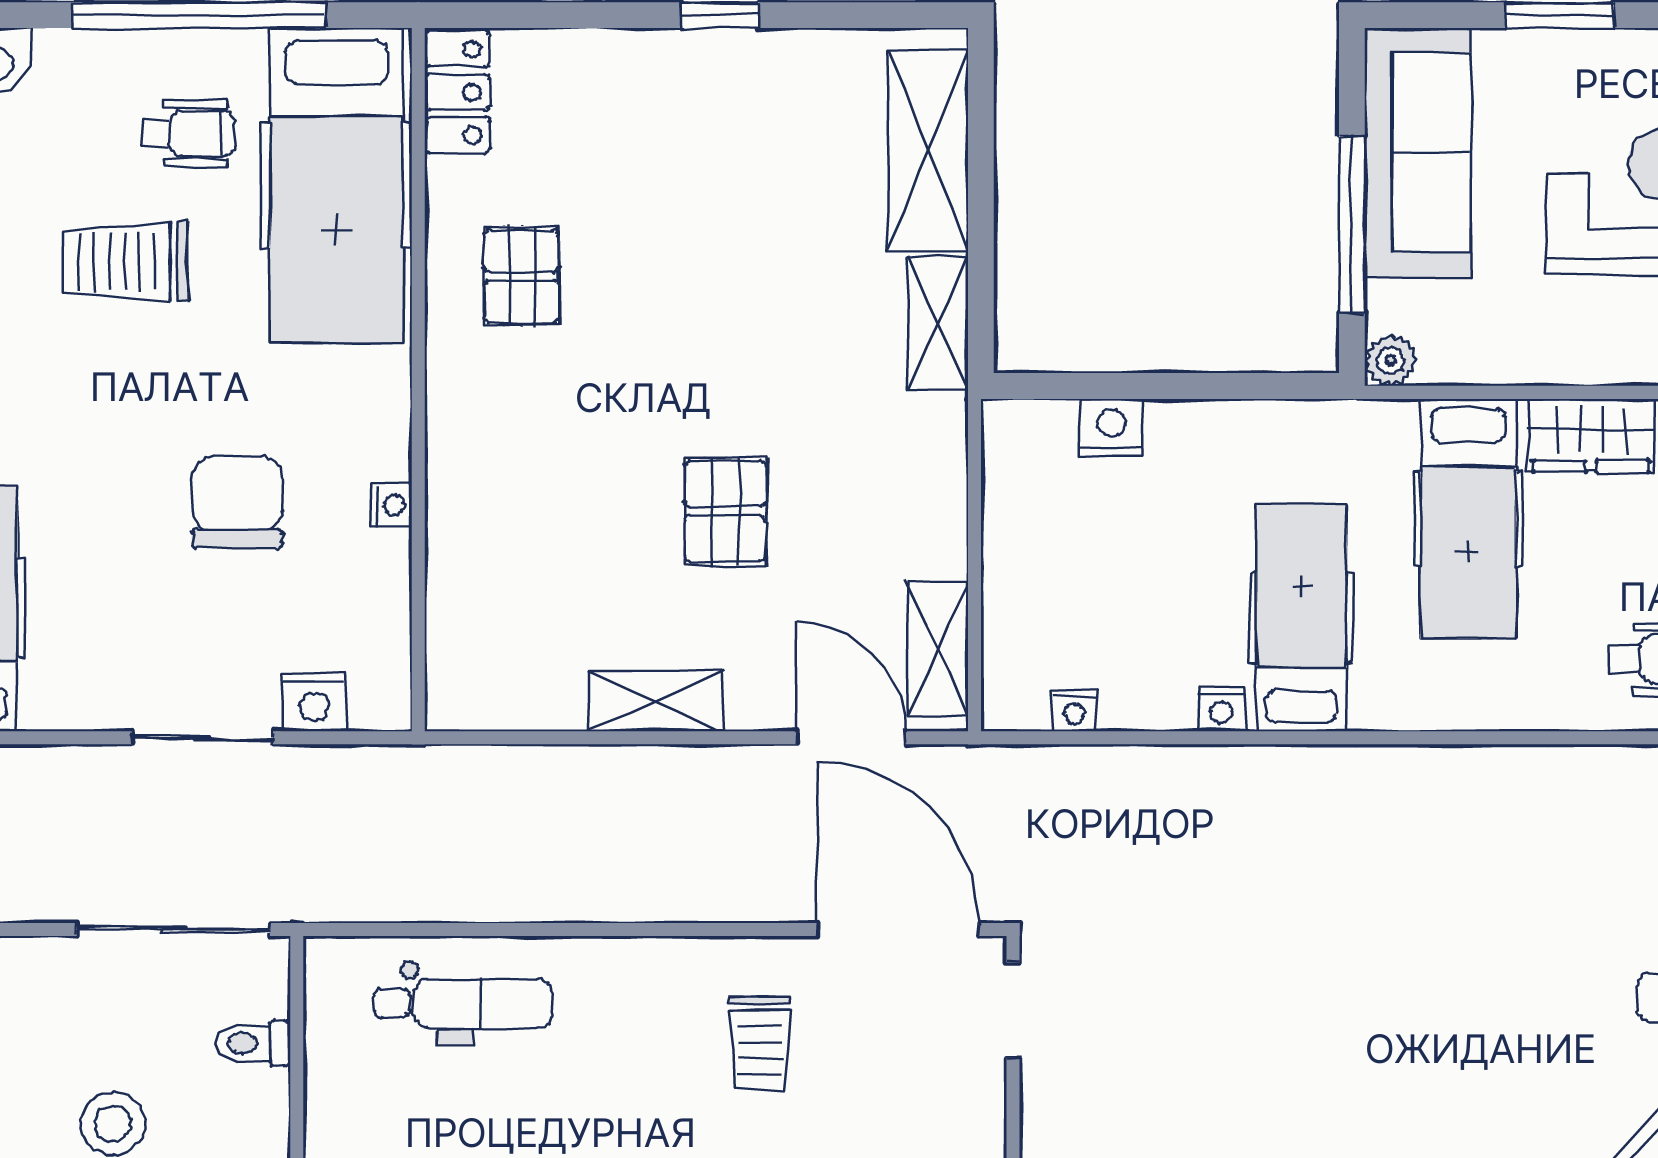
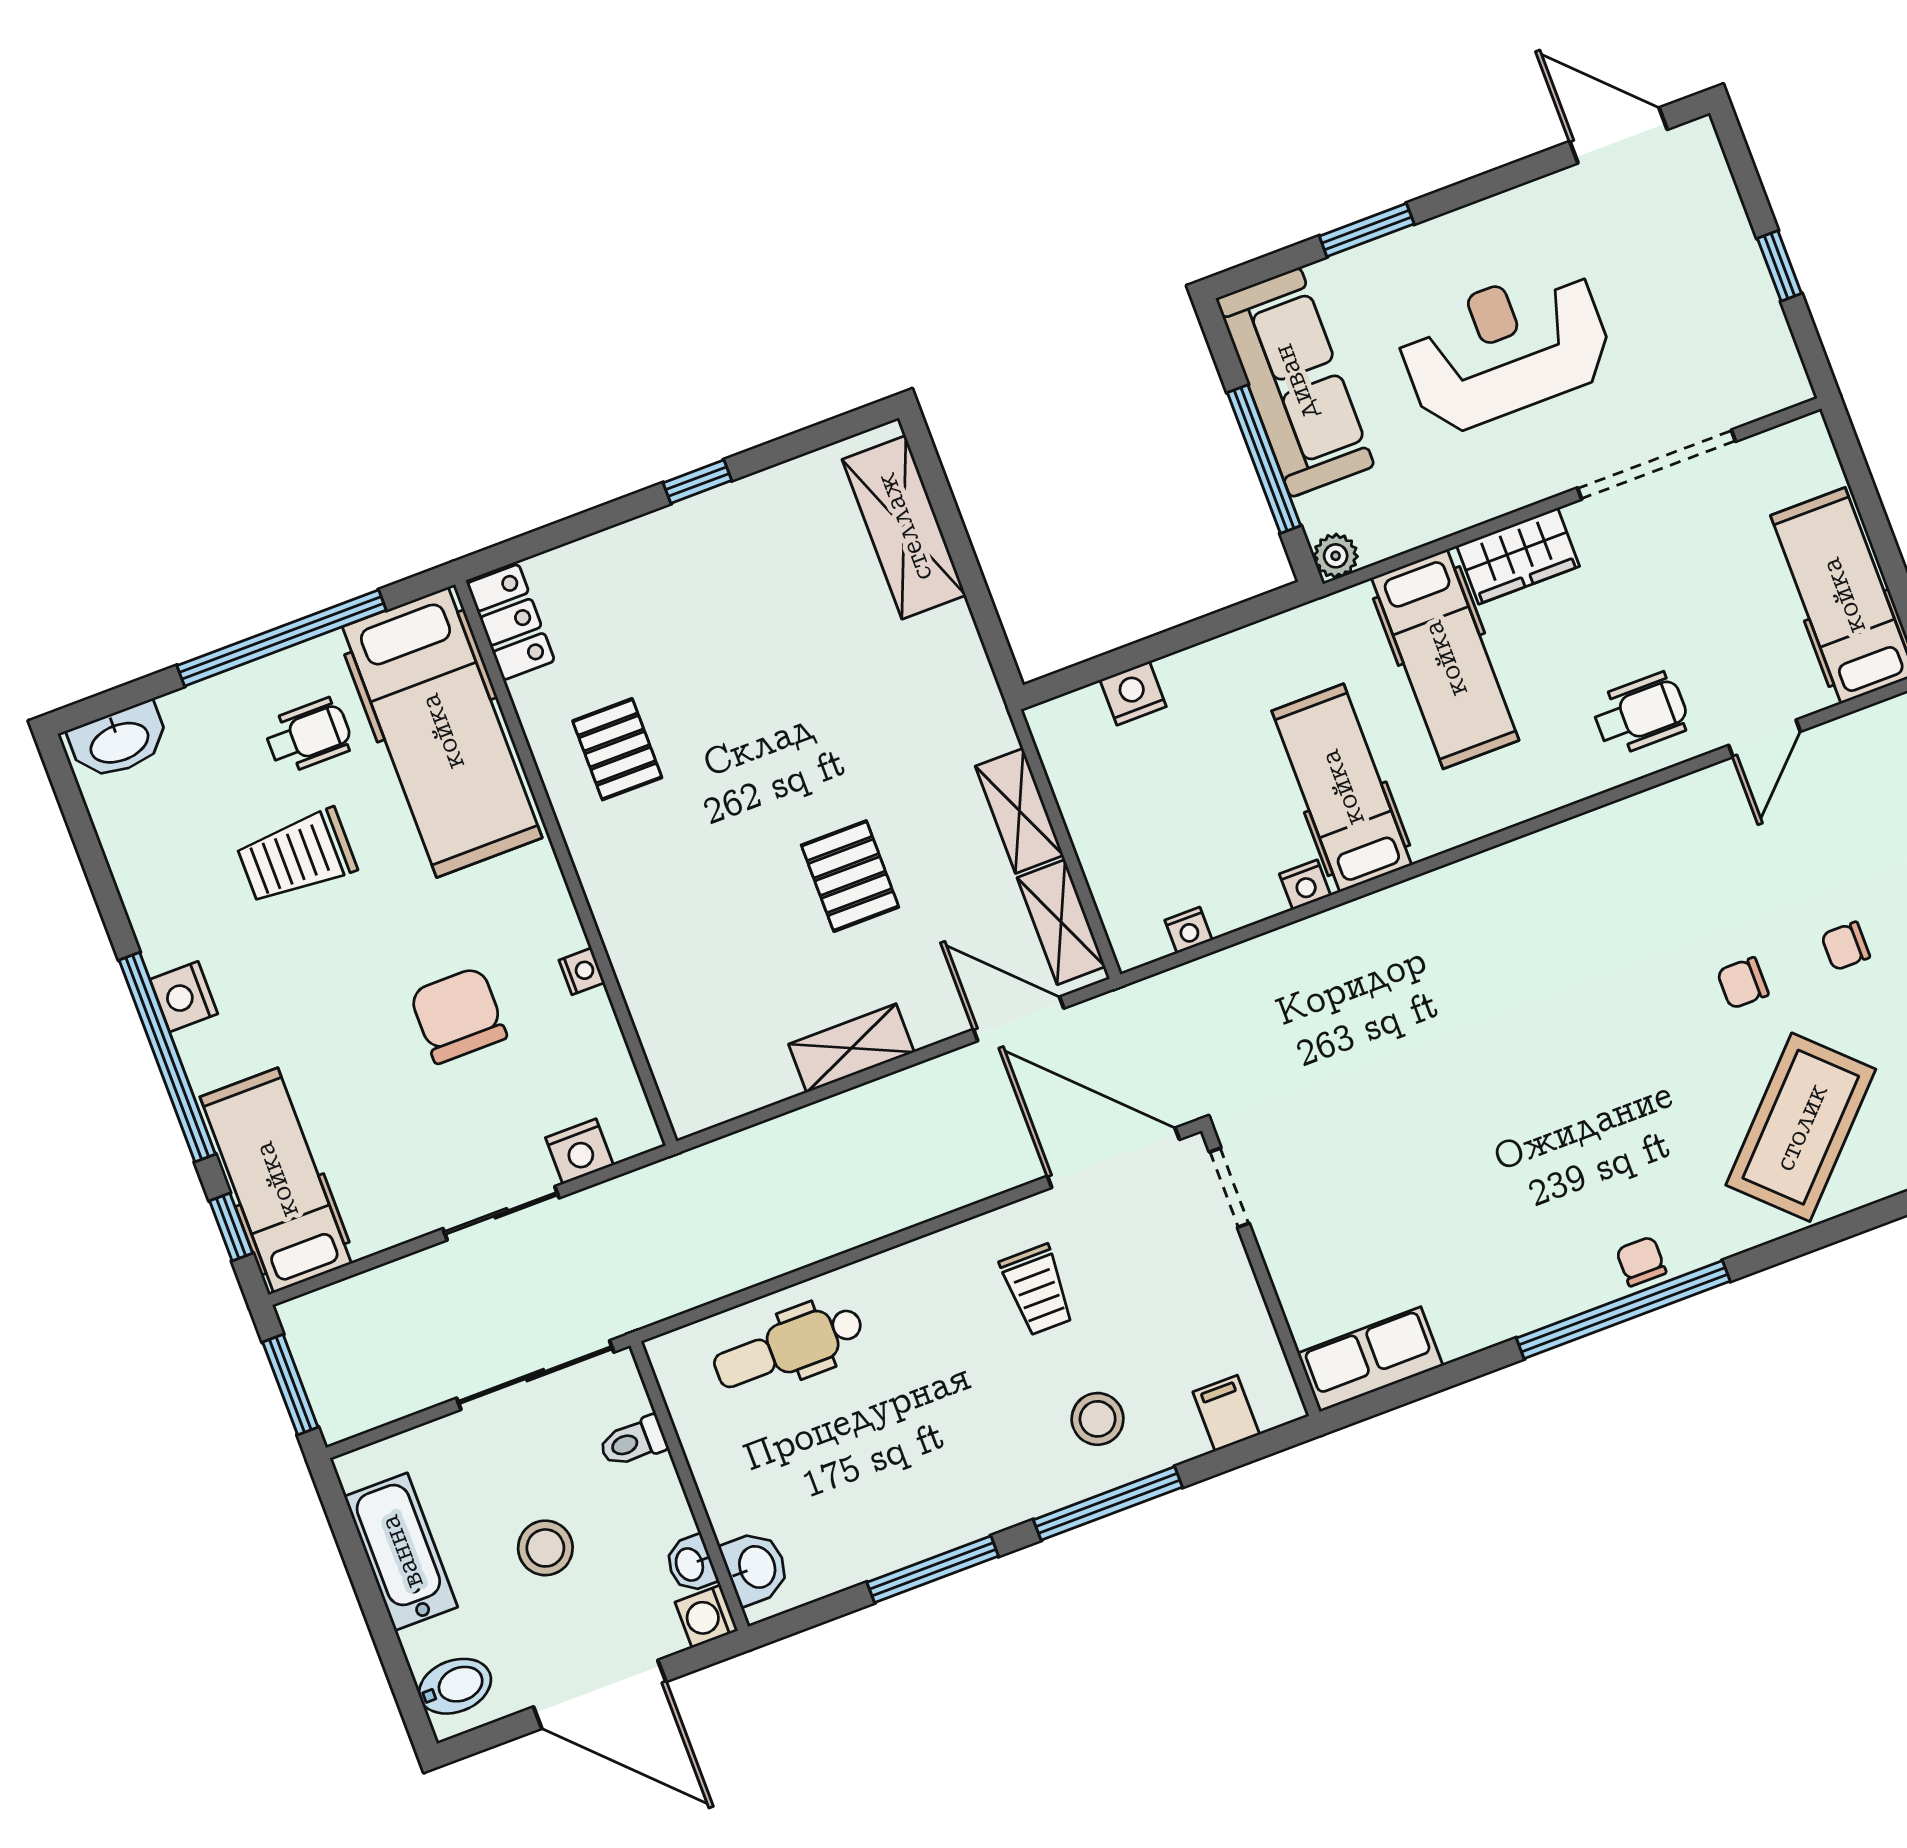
shelving: (938, 323) -> (1019, 811), moved
dental chair: (463, 1003) -> (788, 1347), turned 180

